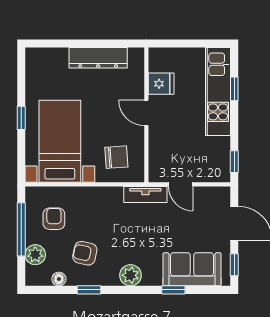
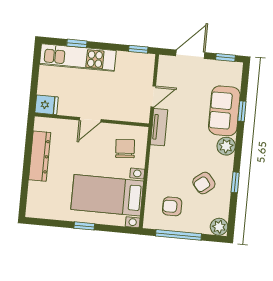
fridge: (161, 84) -> (47, 105), moved, turned 90
armchair: (85, 253) -> (204, 183), turned 39
plant: (35, 255) -> (219, 227), moved
sofa: (192, 269) -> (224, 111), moved
floor lamp: (59, 279) -> (224, 207), removed

